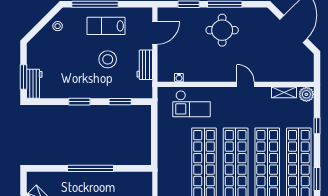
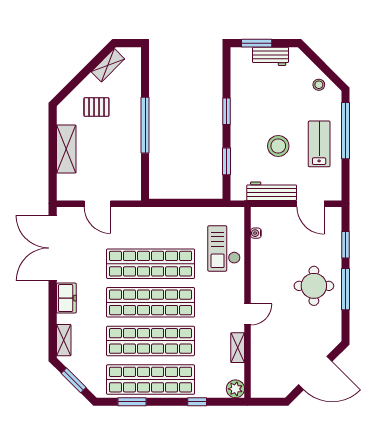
workbench: (145, 65) -> (272, 191), width x1.38
workbench: (34, 84) -> (271, 56), moved
shelving: (284, 92) -> (238, 348), moved

